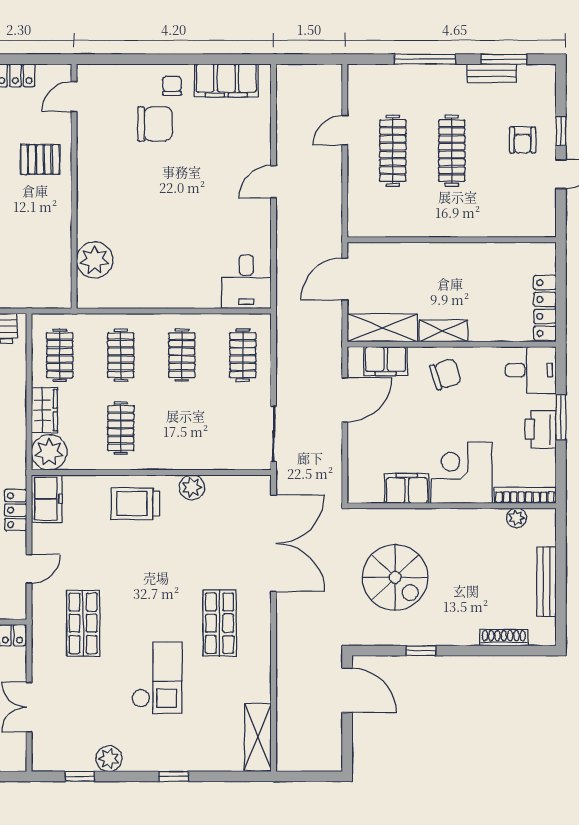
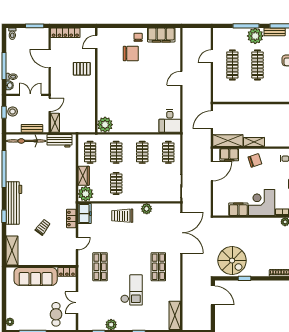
plant: (446, 83) -> (255, 36), added
plant: (95, 260) -> (105, 125), moved
spiral stairs: (395, 577) -> (232, 261), moved

